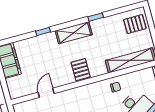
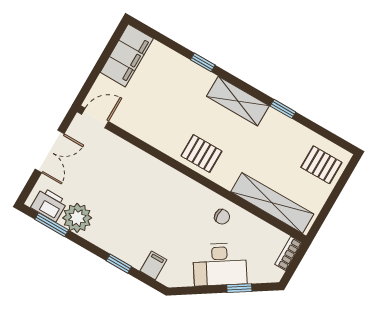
pallet: (81, 70) -> (201, 153), turned 90
door: (46, 93) -> (95, 118), moved

